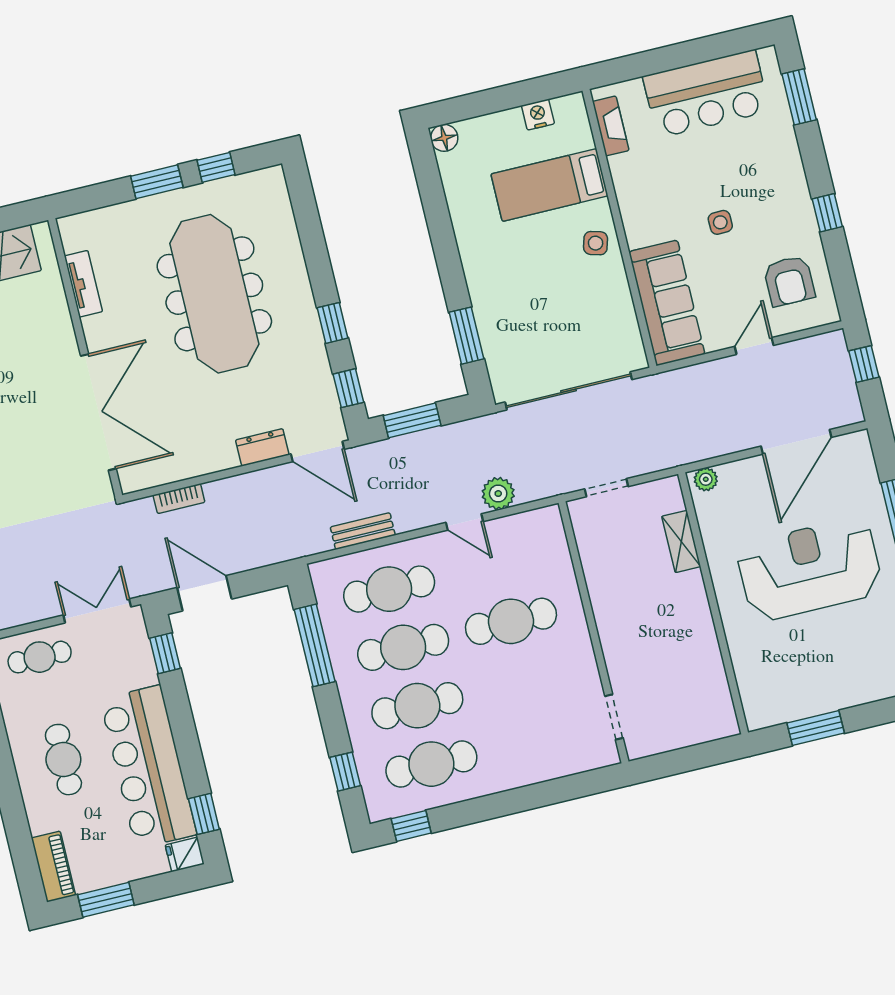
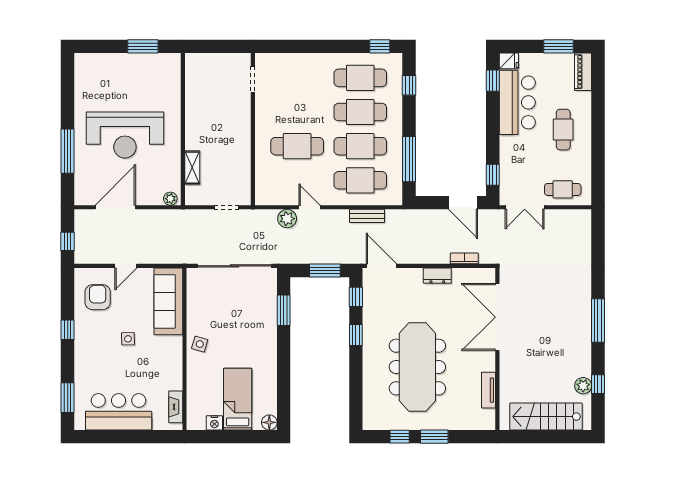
bed: (550, 185) -> (238, 399), moved, turned -90
dresser: (262, 447) -> (437, 276), moved
bar counter: (148, 767) -> (517, 102), width x0.73

